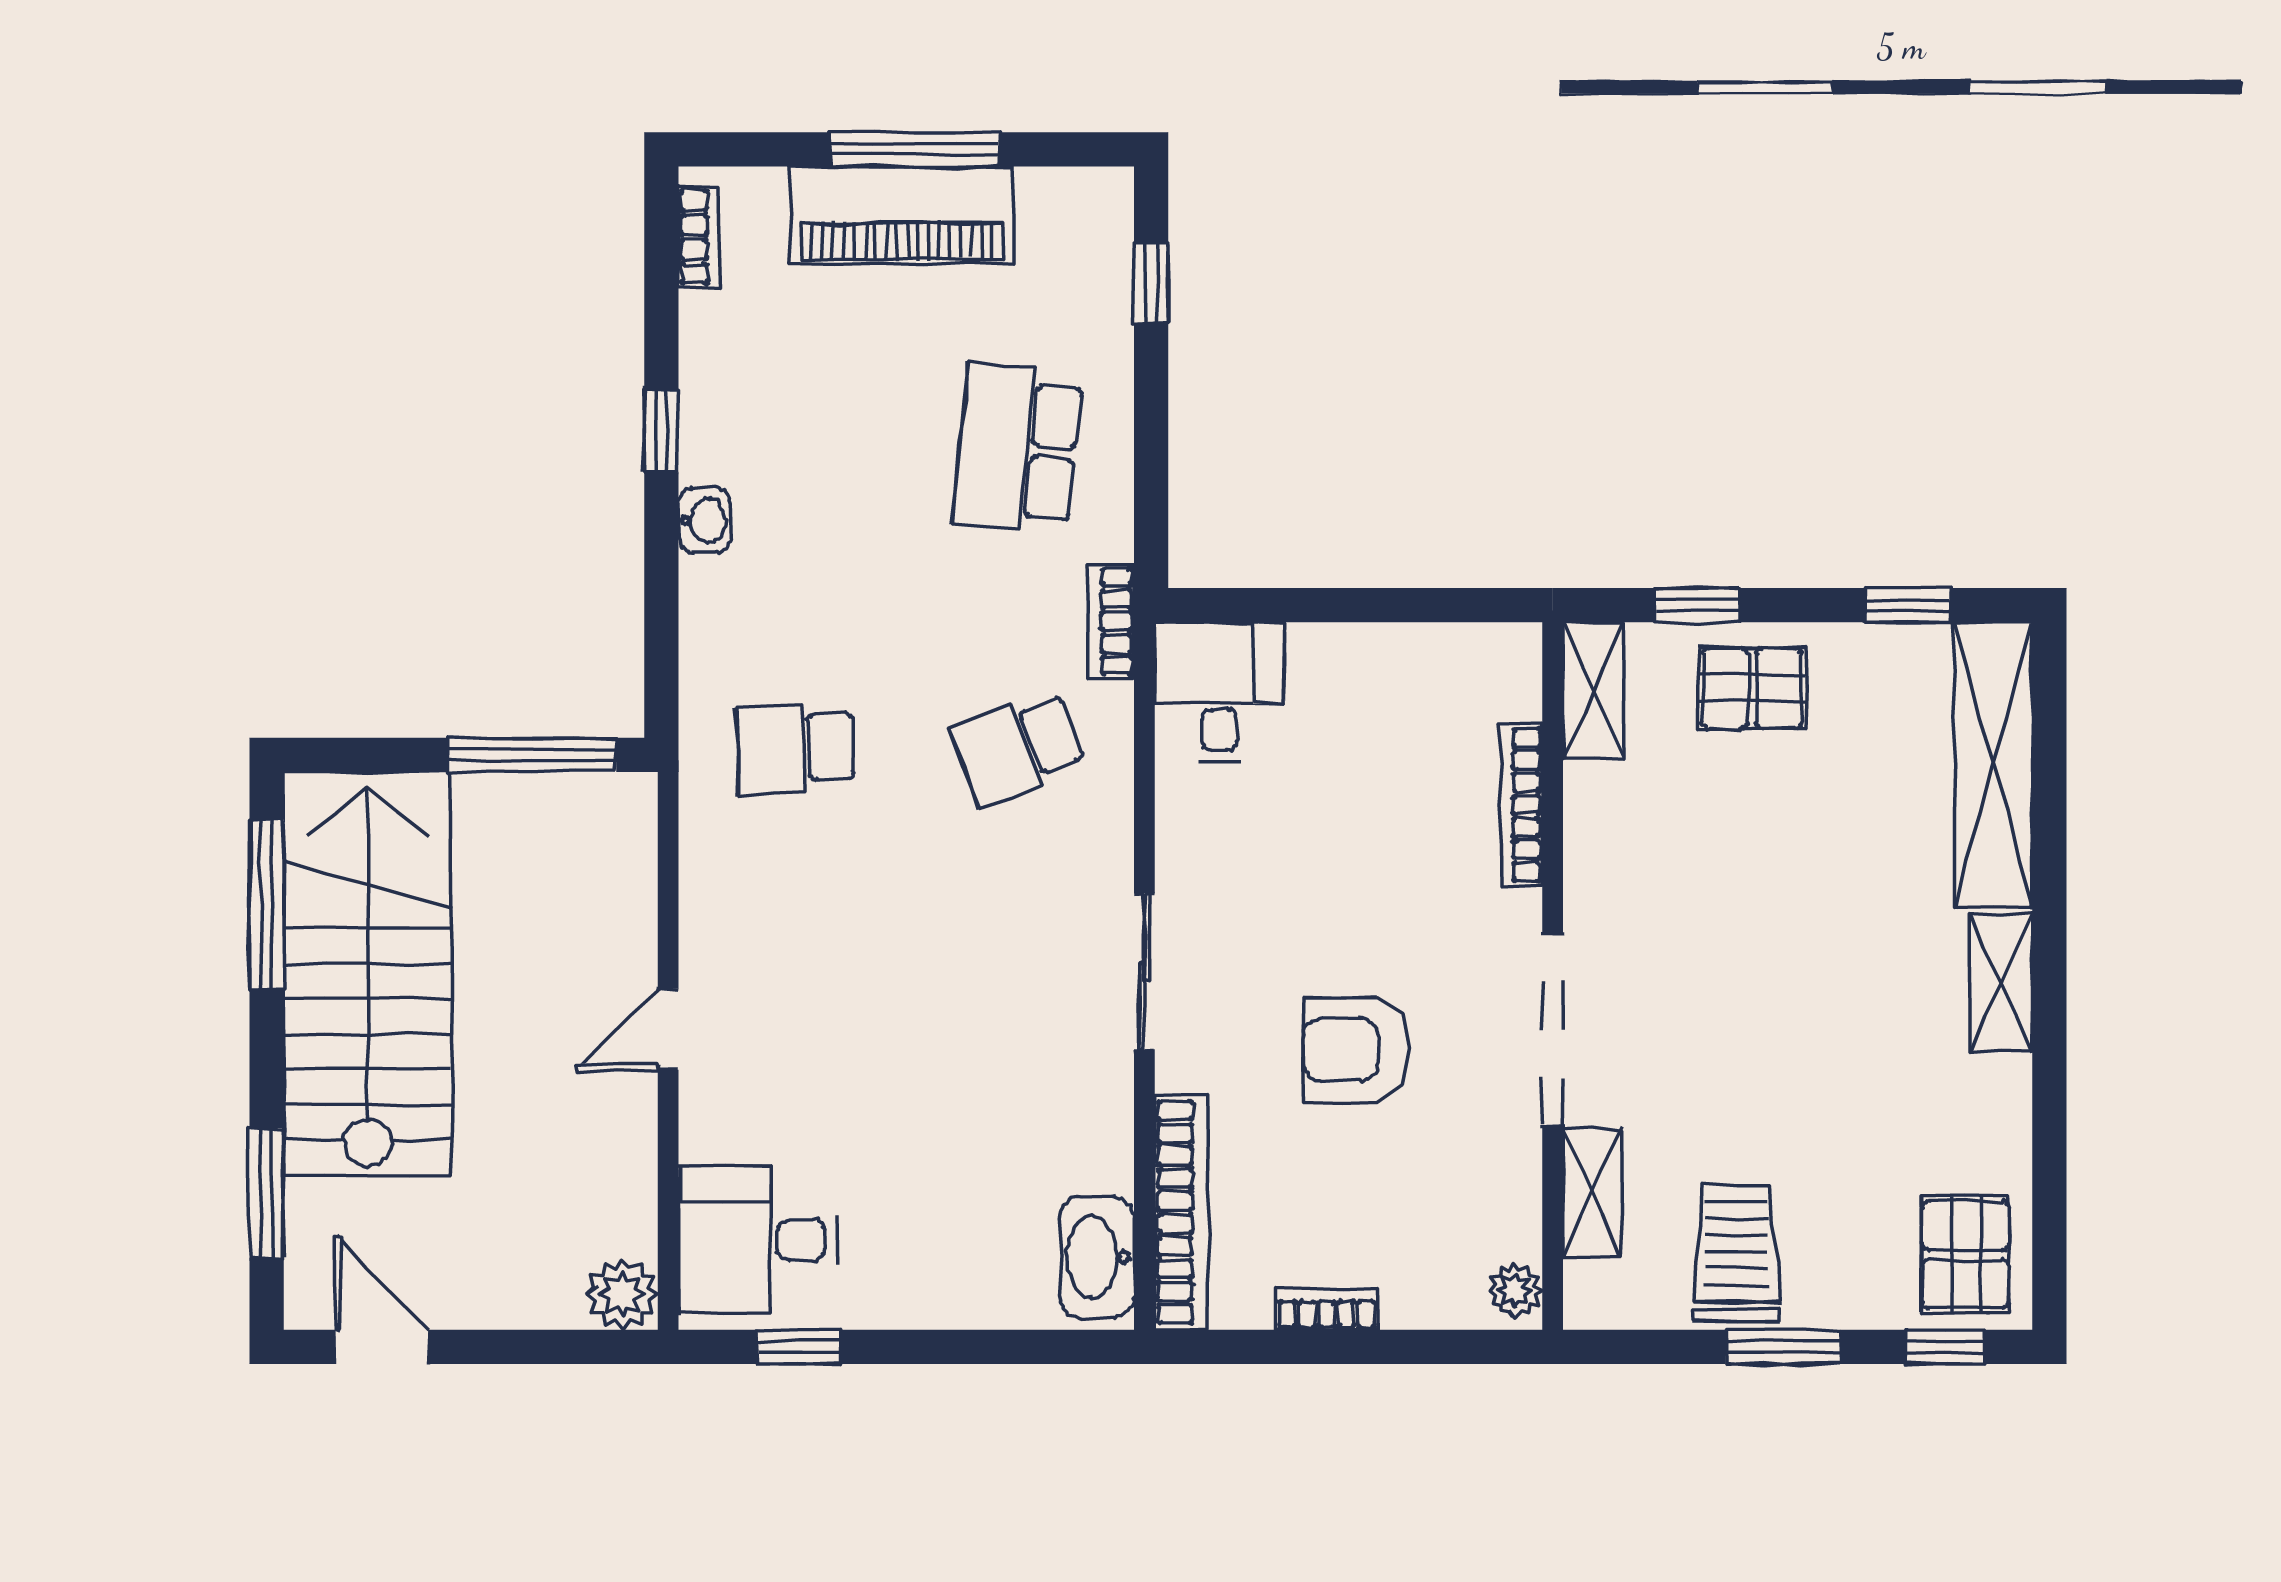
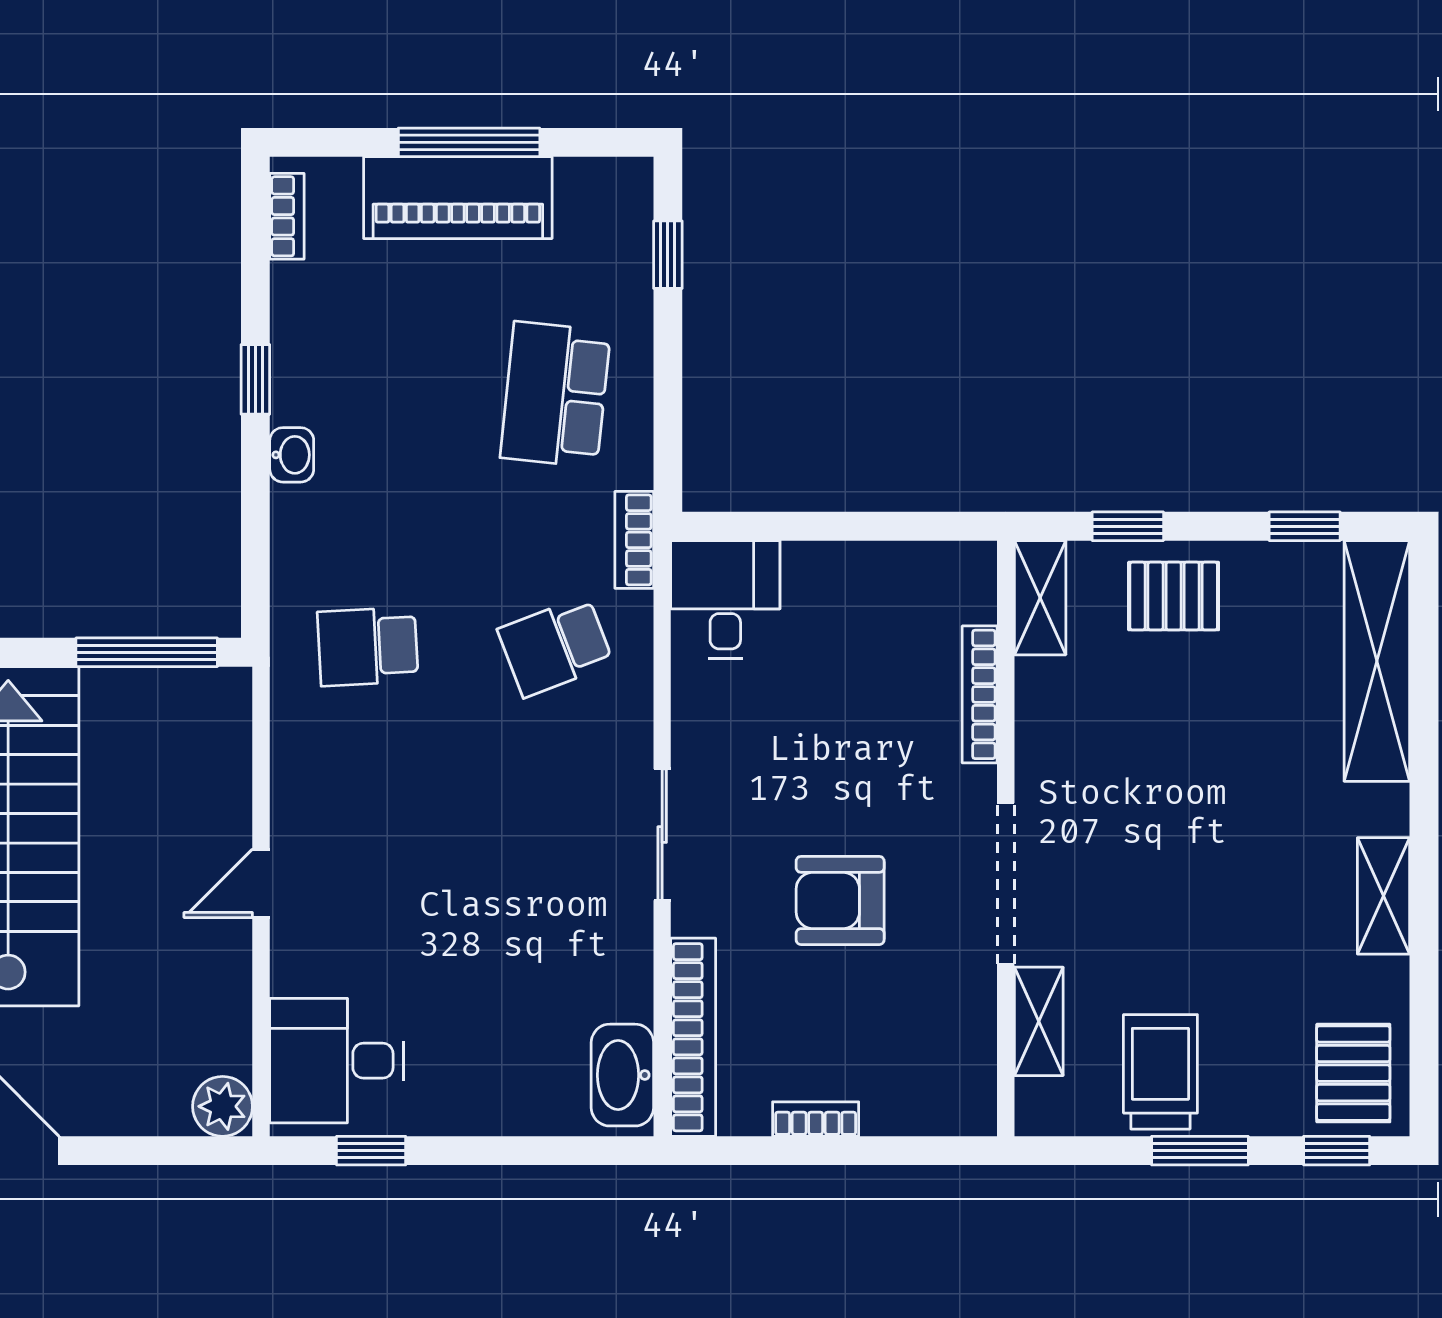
shelving: (2001, 983) -> (1384, 896), moved
plant: (1515, 1291) -> (974, 1103), removed

